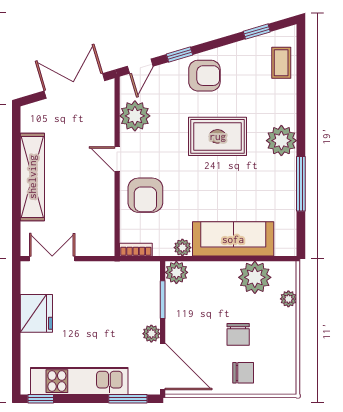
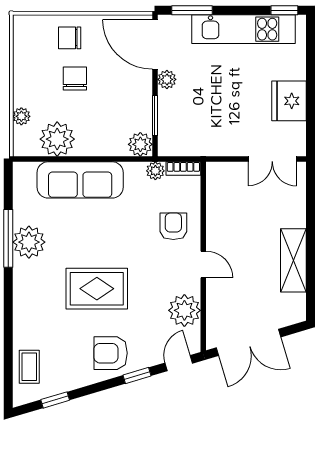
plant: (281, 141) -> (29, 242), moved
shelving: (32, 177) -> (293, 260), width x0.68
armchair: (145, 195) -> (173, 226), width x0.72, depth x0.72
plant: (182, 248) -> (155, 171), moved

